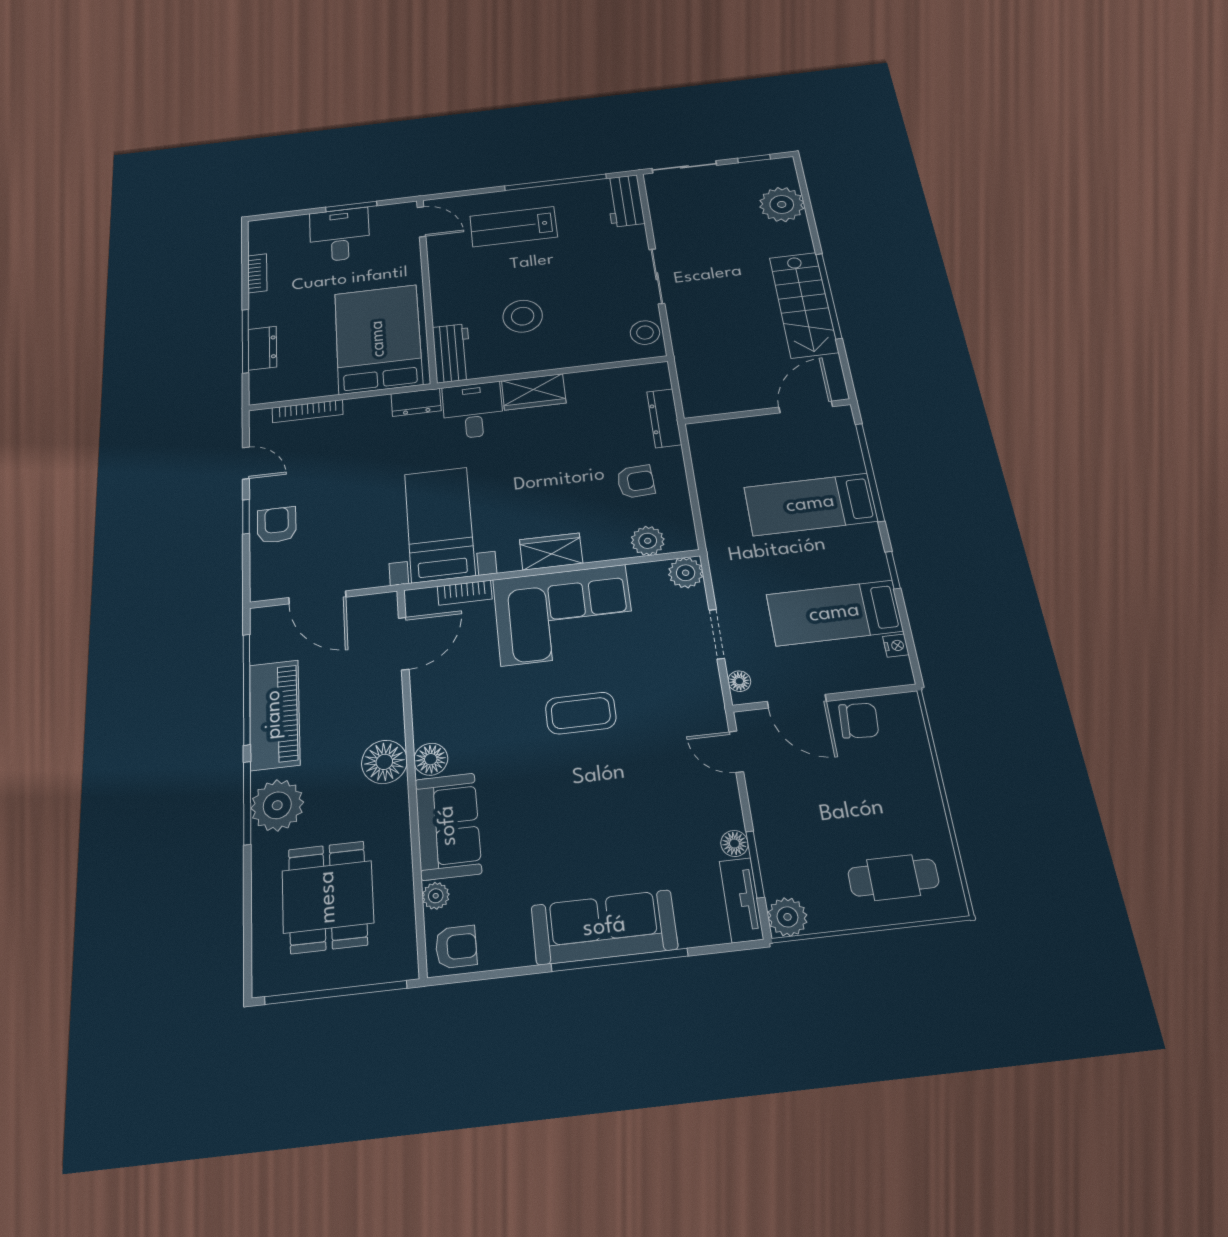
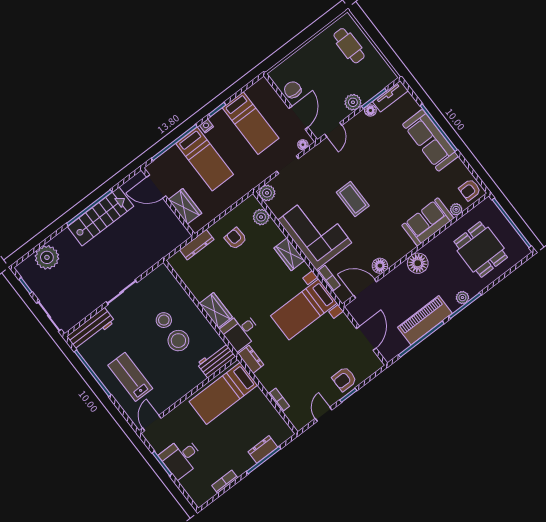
workbench: (625, 201) -> (91, 329), width x1.38
lab bench: (513, 227) -> (130, 377), turned 180
stool: (645, 333) -> (164, 320), moved
bed: (378, 339) -> (223, 393), width x0.67
bookcase: (308, 411) -> (279, 400), width x0.64
wardrobe: (743, 433) -> (185, 206), added
nightstand: (896, 646) -> (206, 126), moved
floor lamp: (431, 759) -> (380, 266), moved
plant: (277, 805) -> (462, 298), width x0.53, depth x0.53
dining table: (328, 897) -> (481, 250), turned 90
plant: (787, 917) -> (353, 102), moved
armchair: (456, 947) -> (470, 190), turned -90

